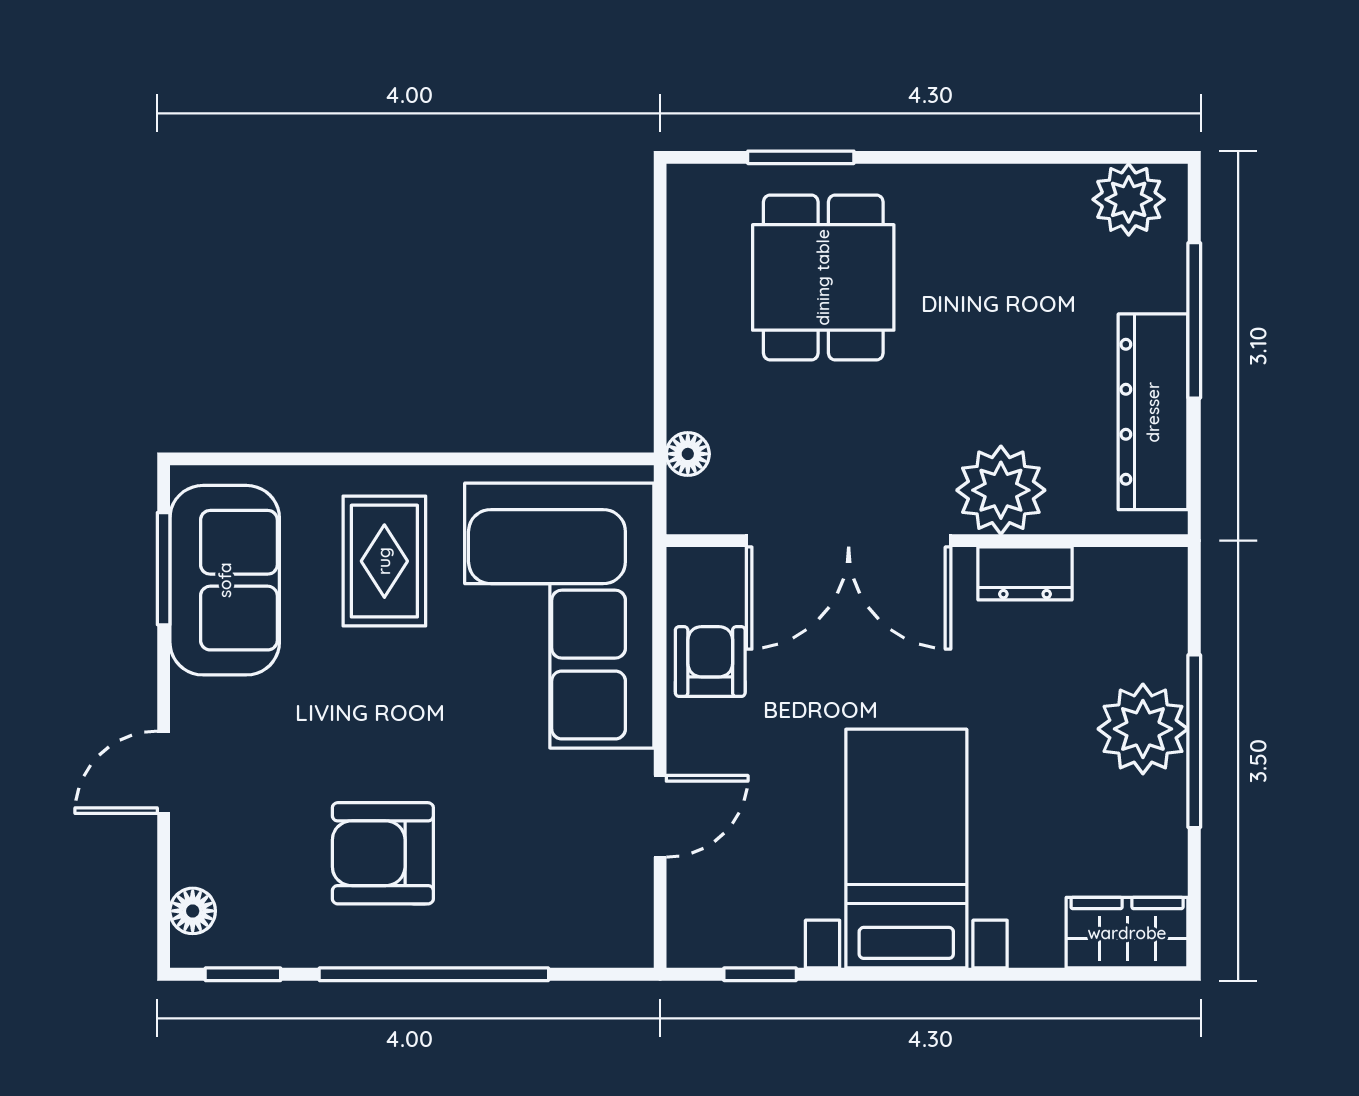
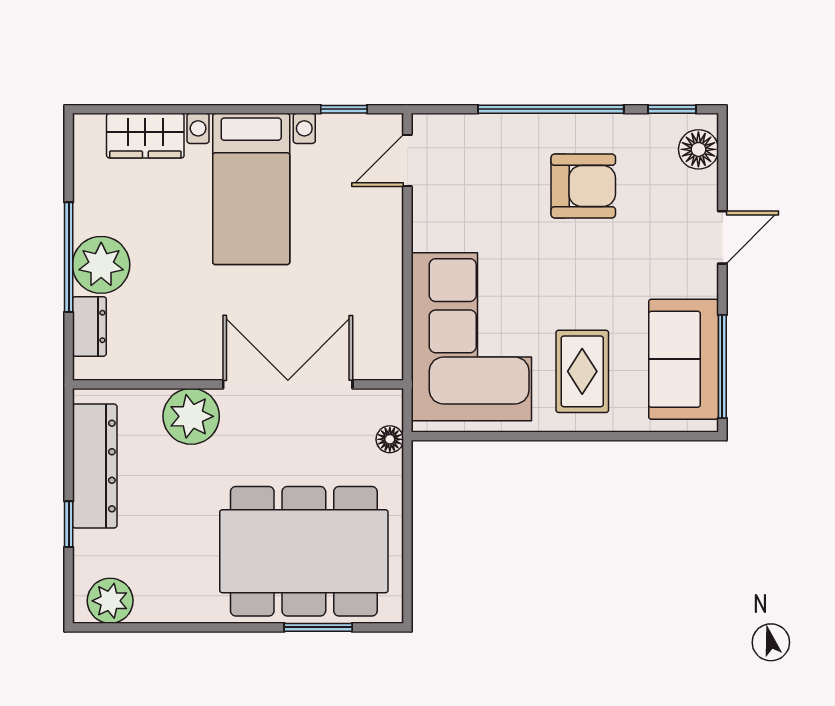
dining table: (823, 277) -> (304, 551), width x1.88, depth x1.24
window: (1194, 320) -> (69, 524), width x0.46
window: (164, 569) -> (722, 367), width x1.44
dresser: (1025, 573) -> (89, 326), moved, turned 90
armchair: (710, 662) -> (376, 308), removed
door: (660, 816) -> (407, 160), moved
floor lamp: (193, 911) -> (698, 149), width x1.37, depth x1.37
wardrobe: (1127, 933) -> (145, 136), moved

